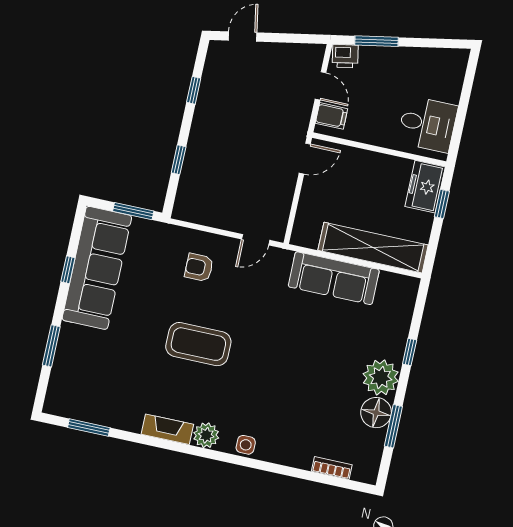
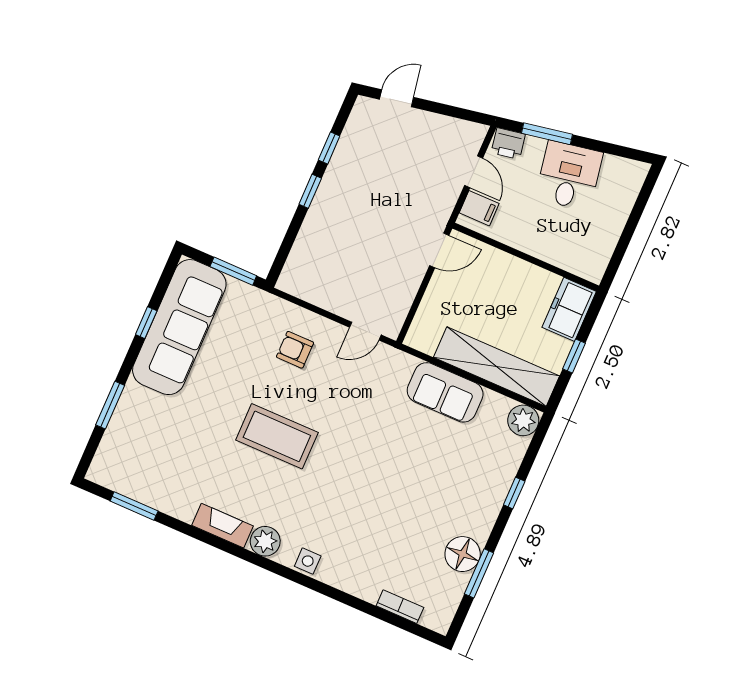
desk: (428, 124) -> (569, 176), moved, turned -100
window: (179, 160) -> (310, 191), moved
window: (442, 204) -> (574, 356), moved
sofa: (334, 278) -> (445, 392), width x0.73
plant: (381, 377) -> (523, 420), moved, width x0.73, depth x0.73

